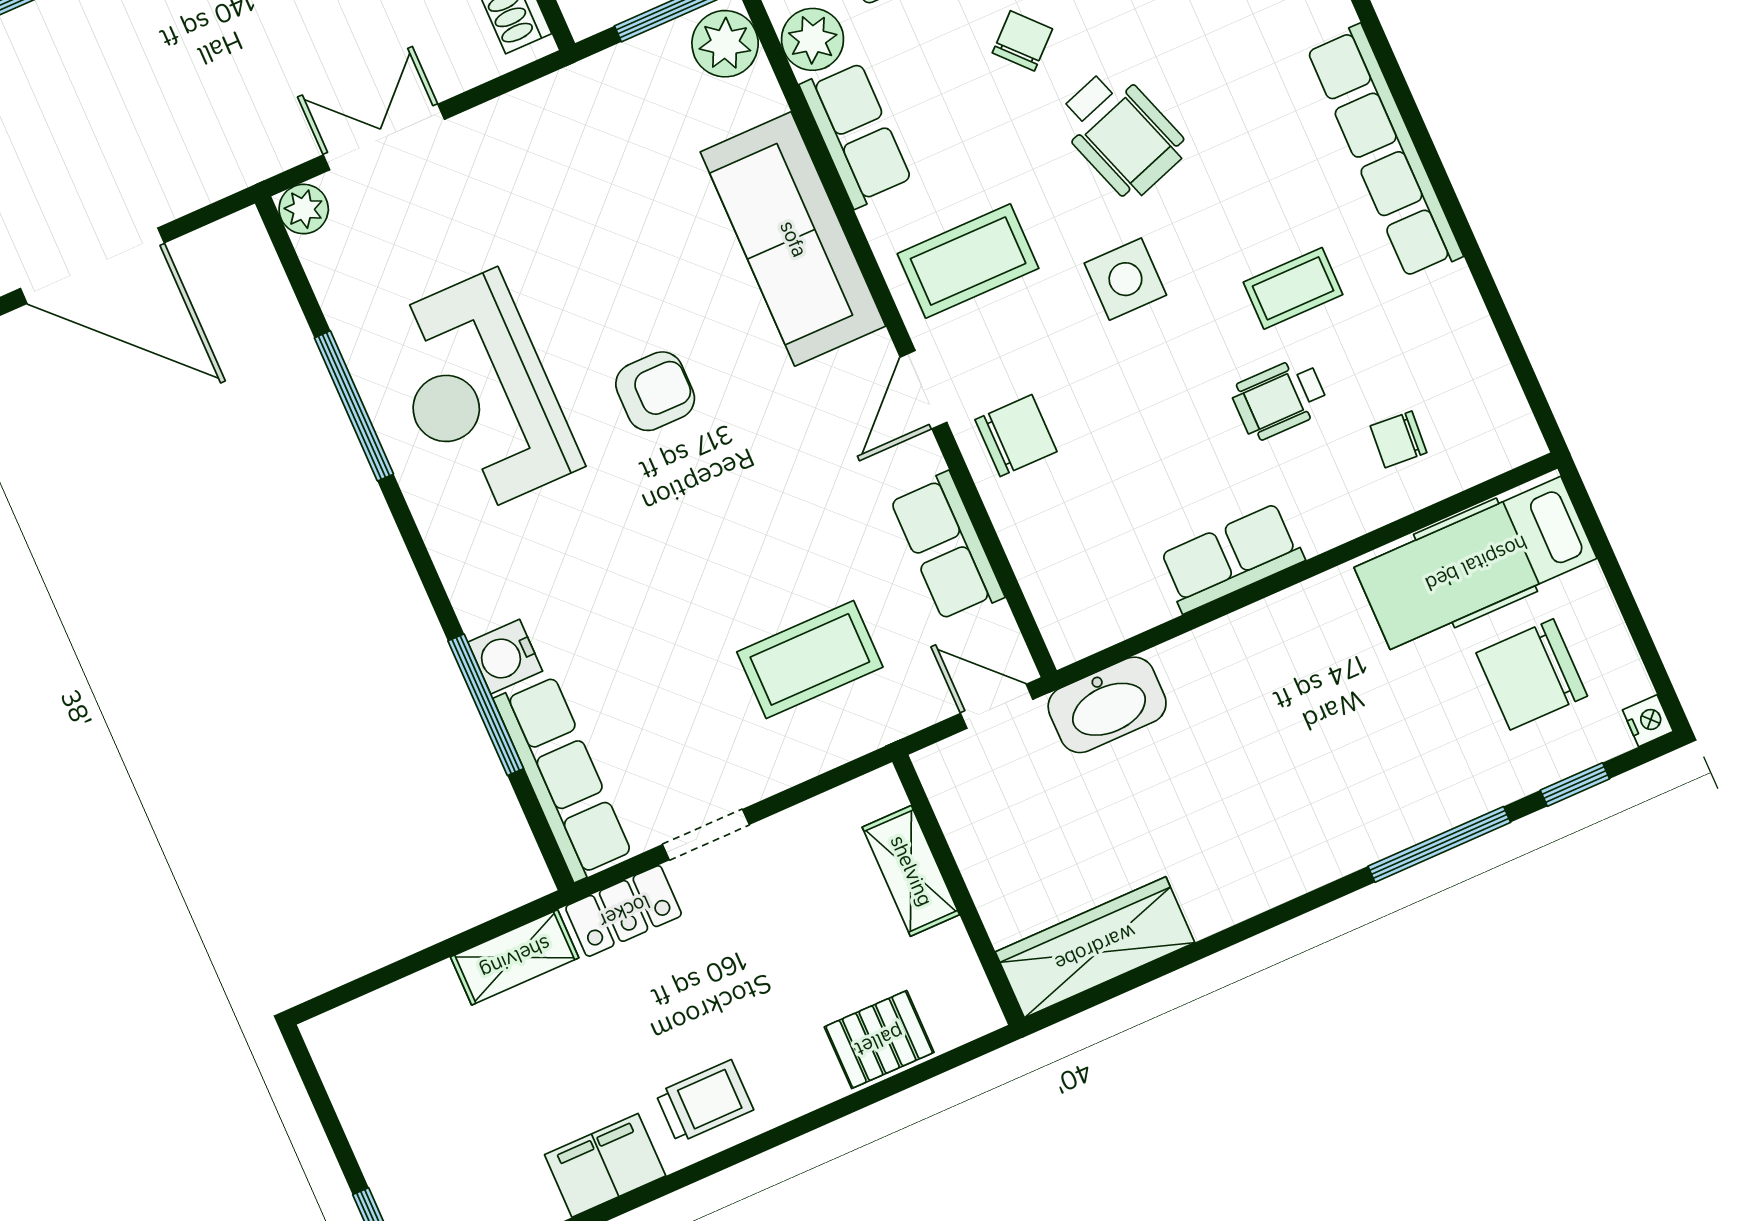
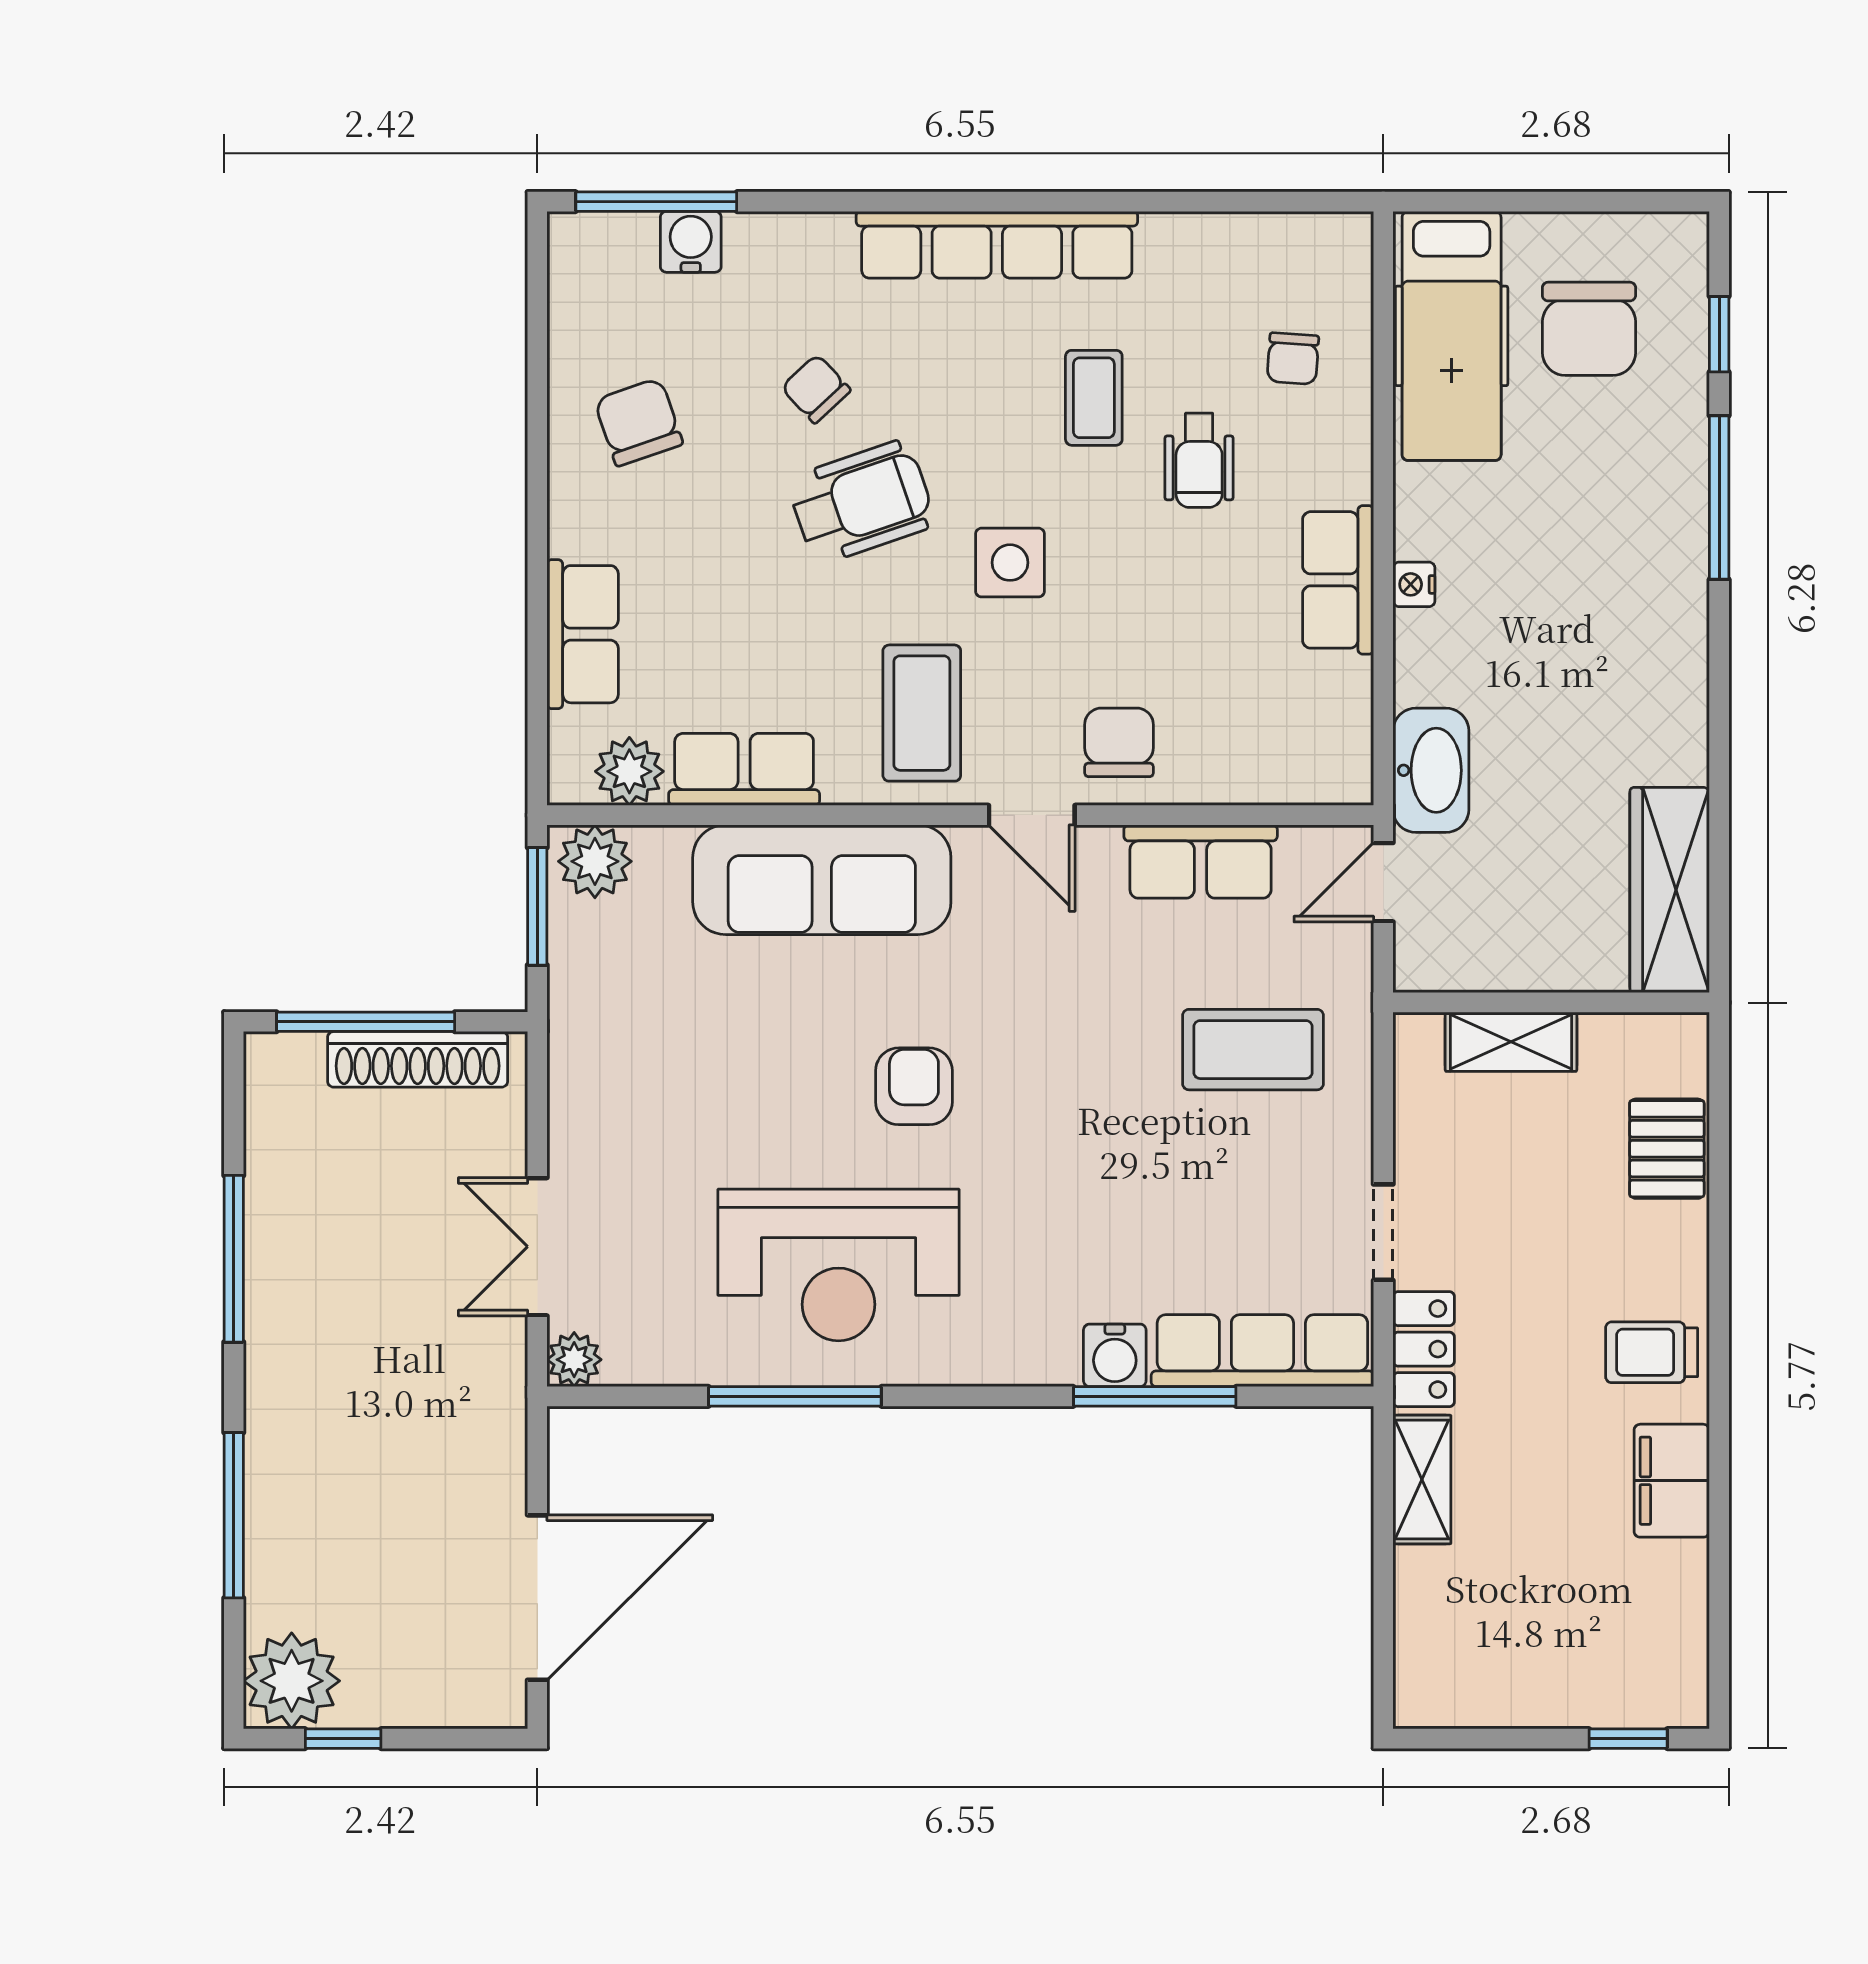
chair: (1022, 41) -> (816, 389), moved
coffee table: (810, 659) -> (1253, 1050), turned 90
nightstand: (1648, 721) -> (1414, 584), moved, turned -90
trolley: (704, 1102) -> (1652, 1352), turned -90

